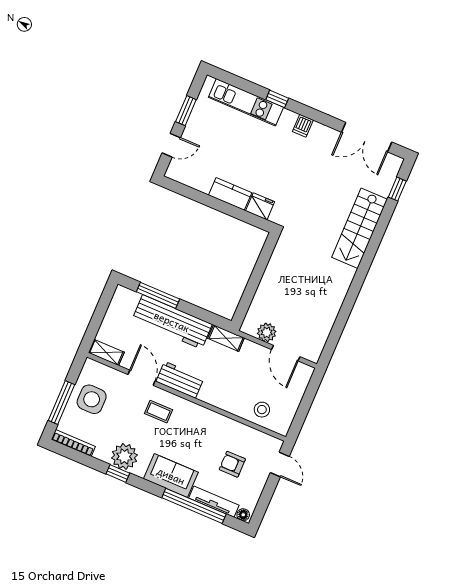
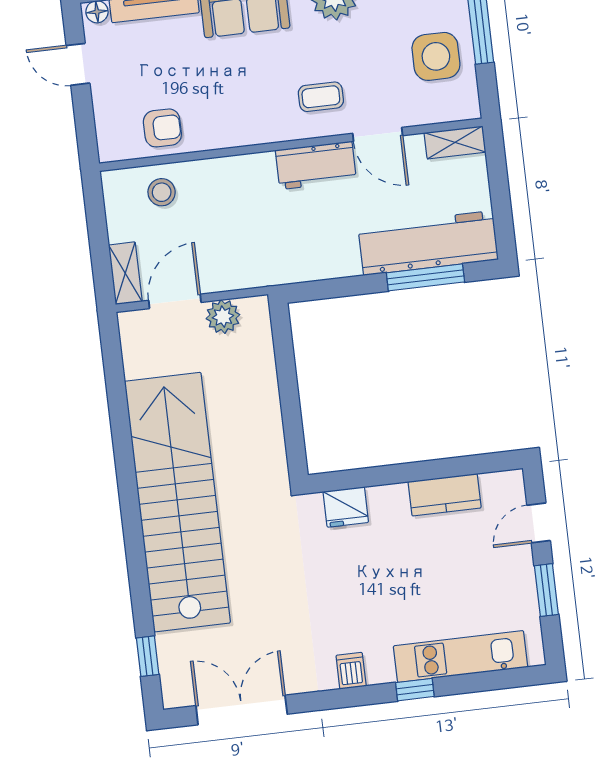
kitchen counter: (230, 194) -> (445, 495), moved
stairs: (359, 228) -> (177, 502), width x1.86, depth x1.51
workbench: (172, 322) -> (428, 243), moved
shelving: (226, 338) -> (125, 273), moved, turned 90
door: (286, 353) -> (175, 301), hinge flipped
armchair: (232, 464) -> (162, 128), moved
door: (280, 464) -> (78, 64), moved

